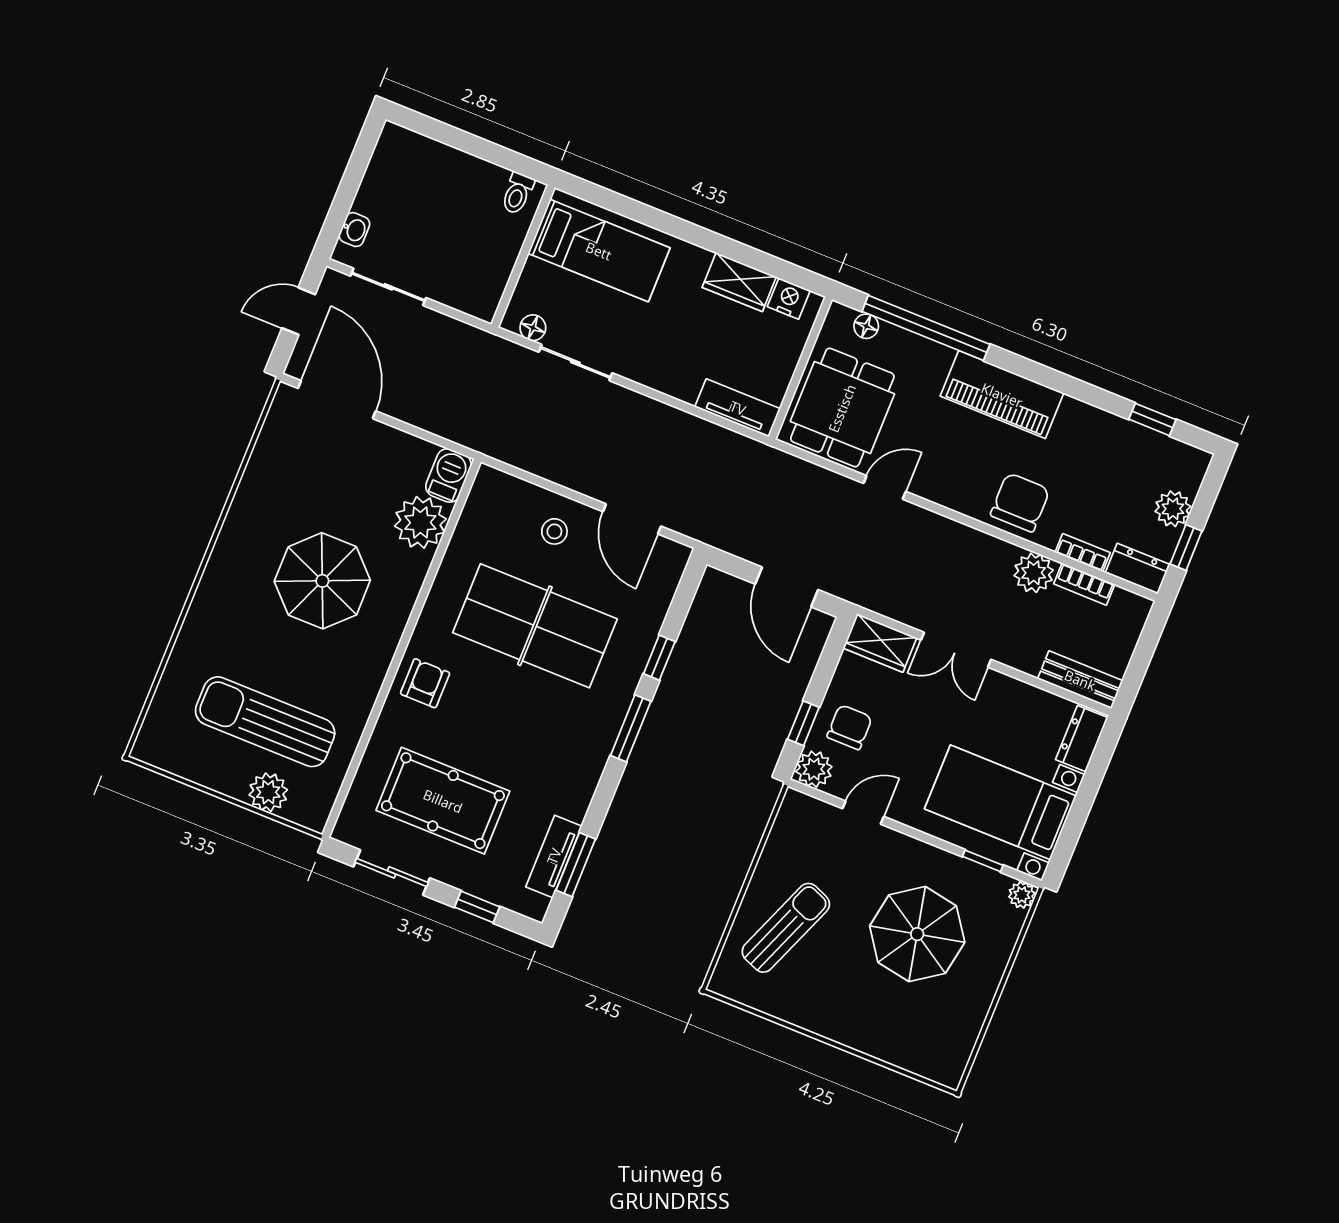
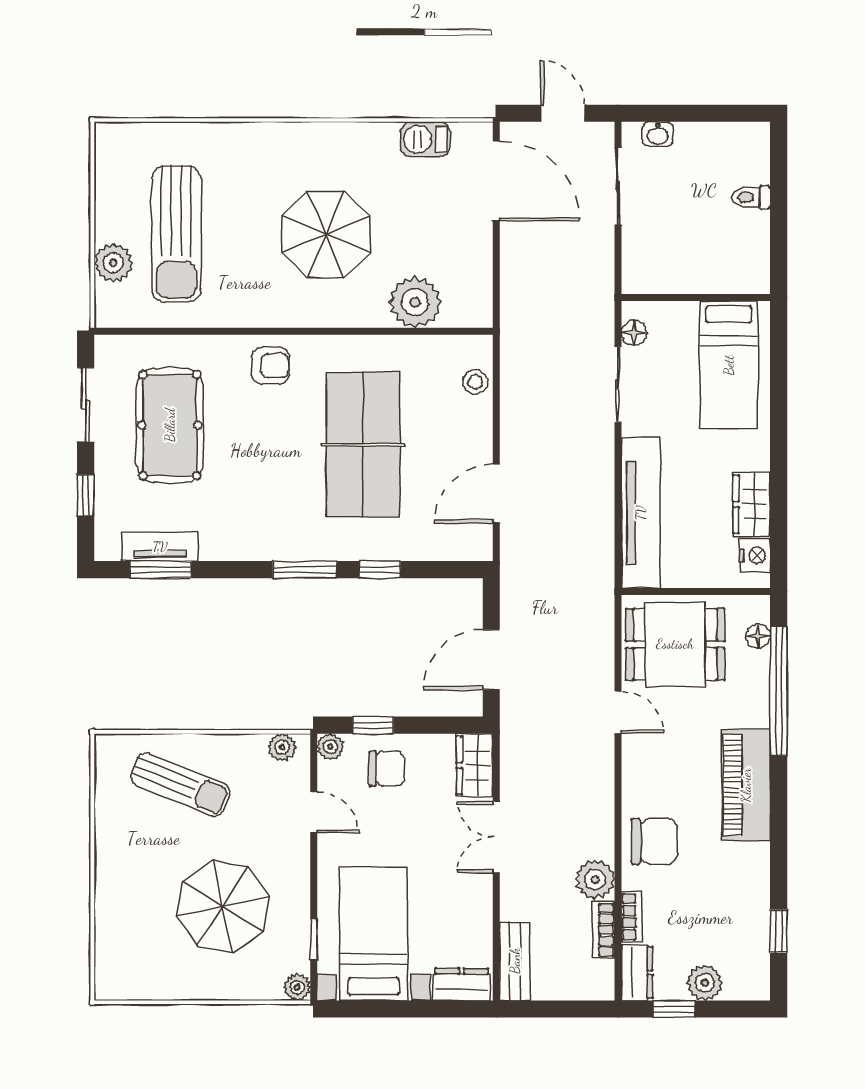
toilet: (517, 193) -> (751, 197), moved
door: (337, 400) -> (496, 181), hinge flipped
tv unit: (738, 408) -> (641, 513), width x1.92, depth x1.29
barbecue: (448, 475) -> (425, 139), moved, turned 180
stool: (554, 531) -> (475, 382), moved
sun lounger: (265, 722) -> (176, 234), turned 180
plant: (814, 769) -> (330, 747), width x0.73, depth x0.73
plant: (790, 818) -> (282, 747), added

